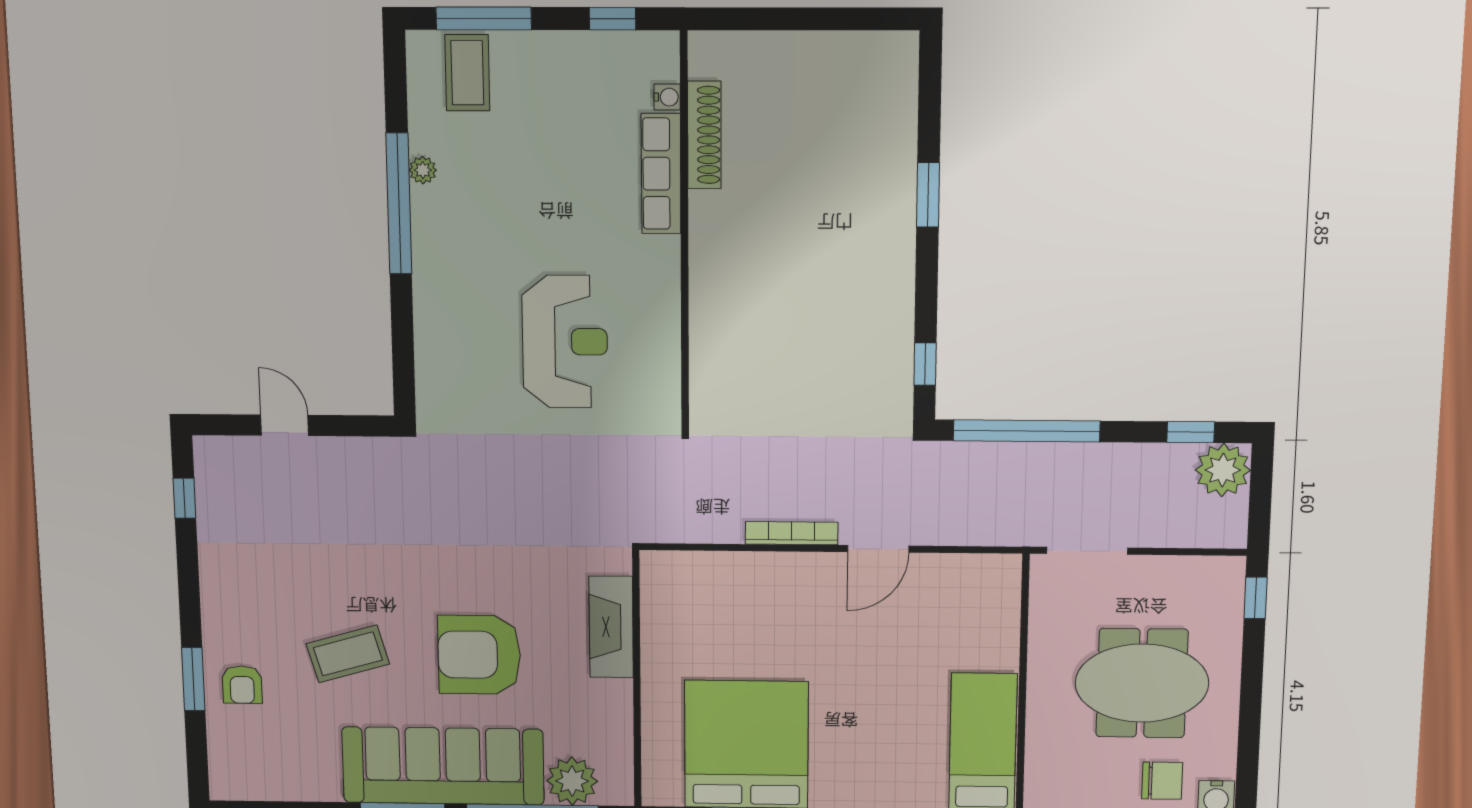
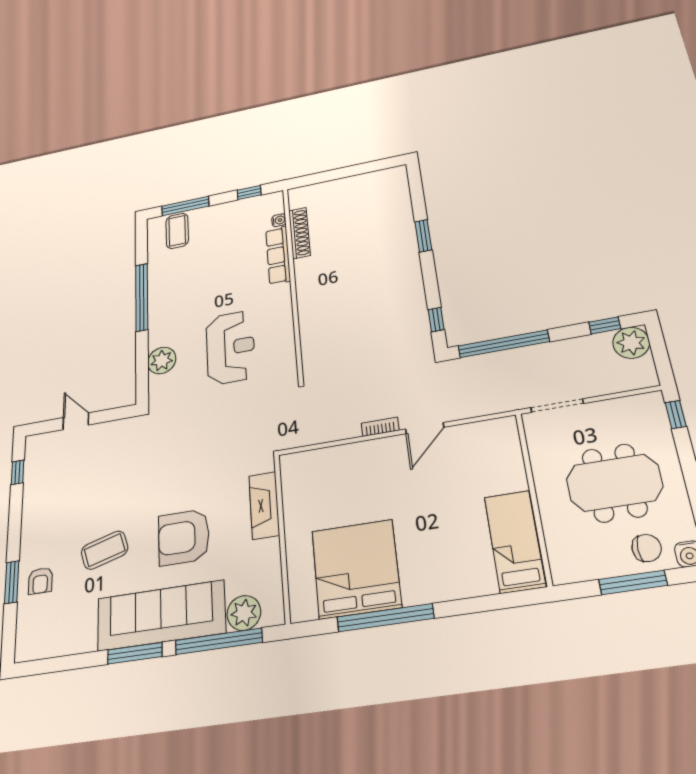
plant: (423, 170) -> (162, 360), moved, width x1.88, depth x1.88
bookcase: (792, 533) -> (380, 427), width x0.64

